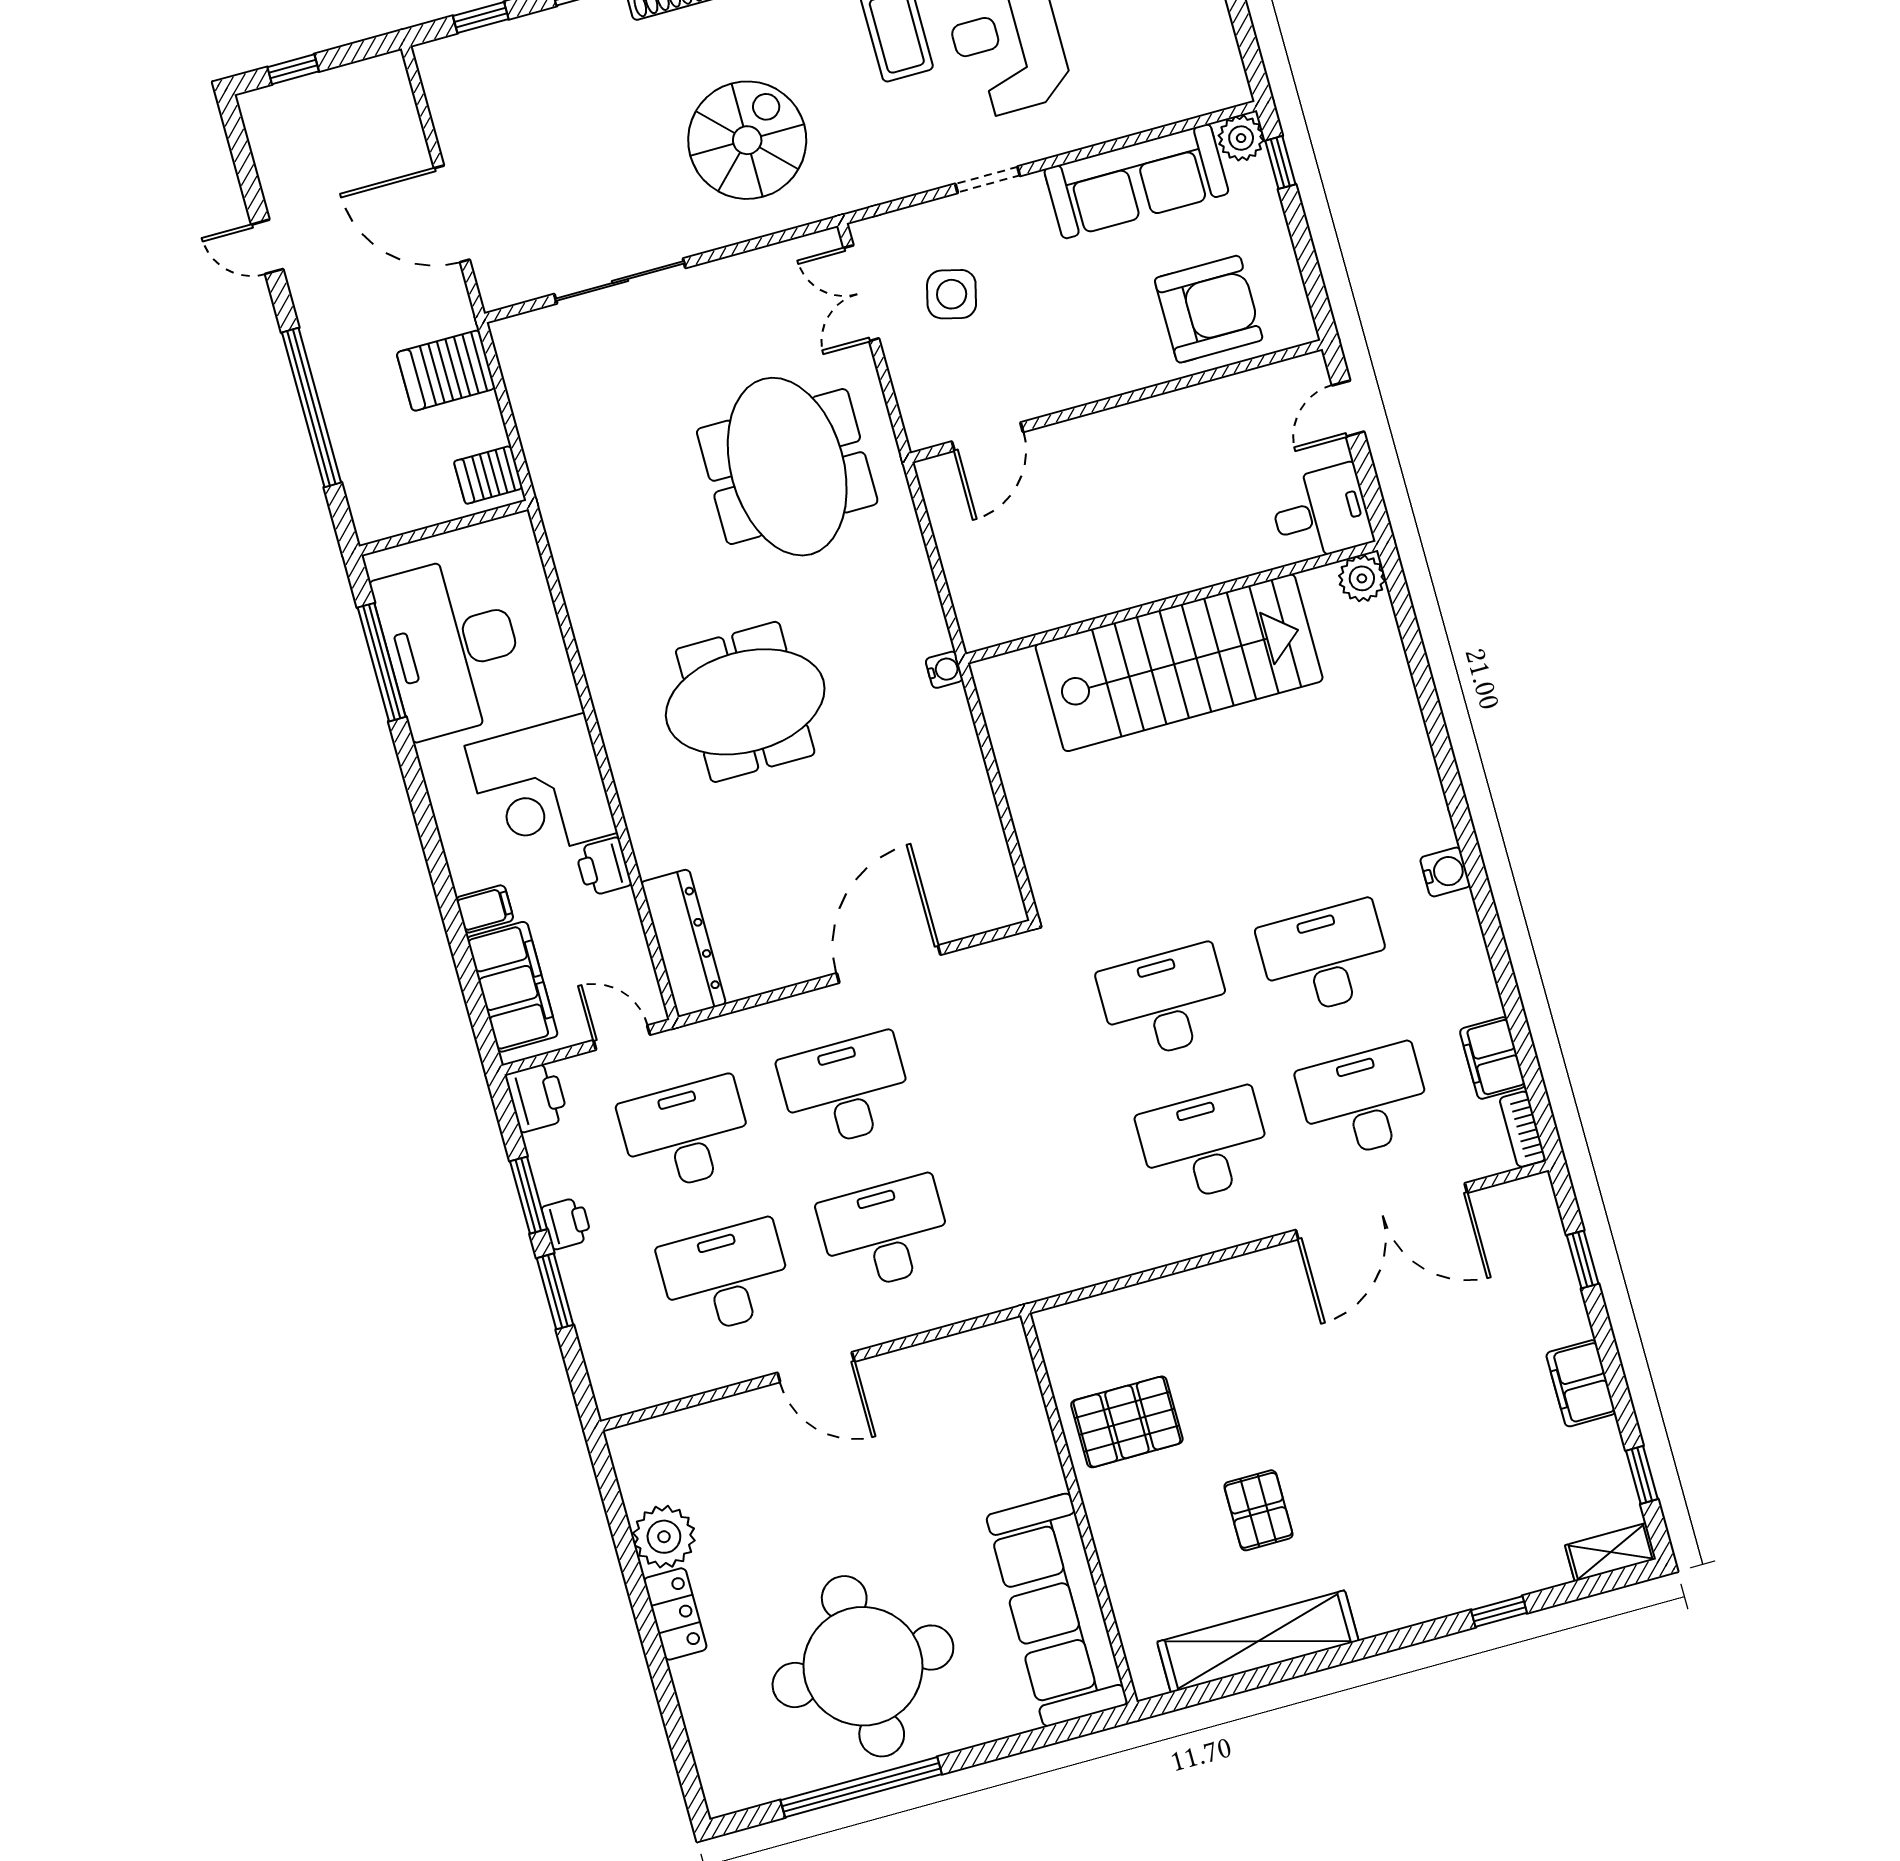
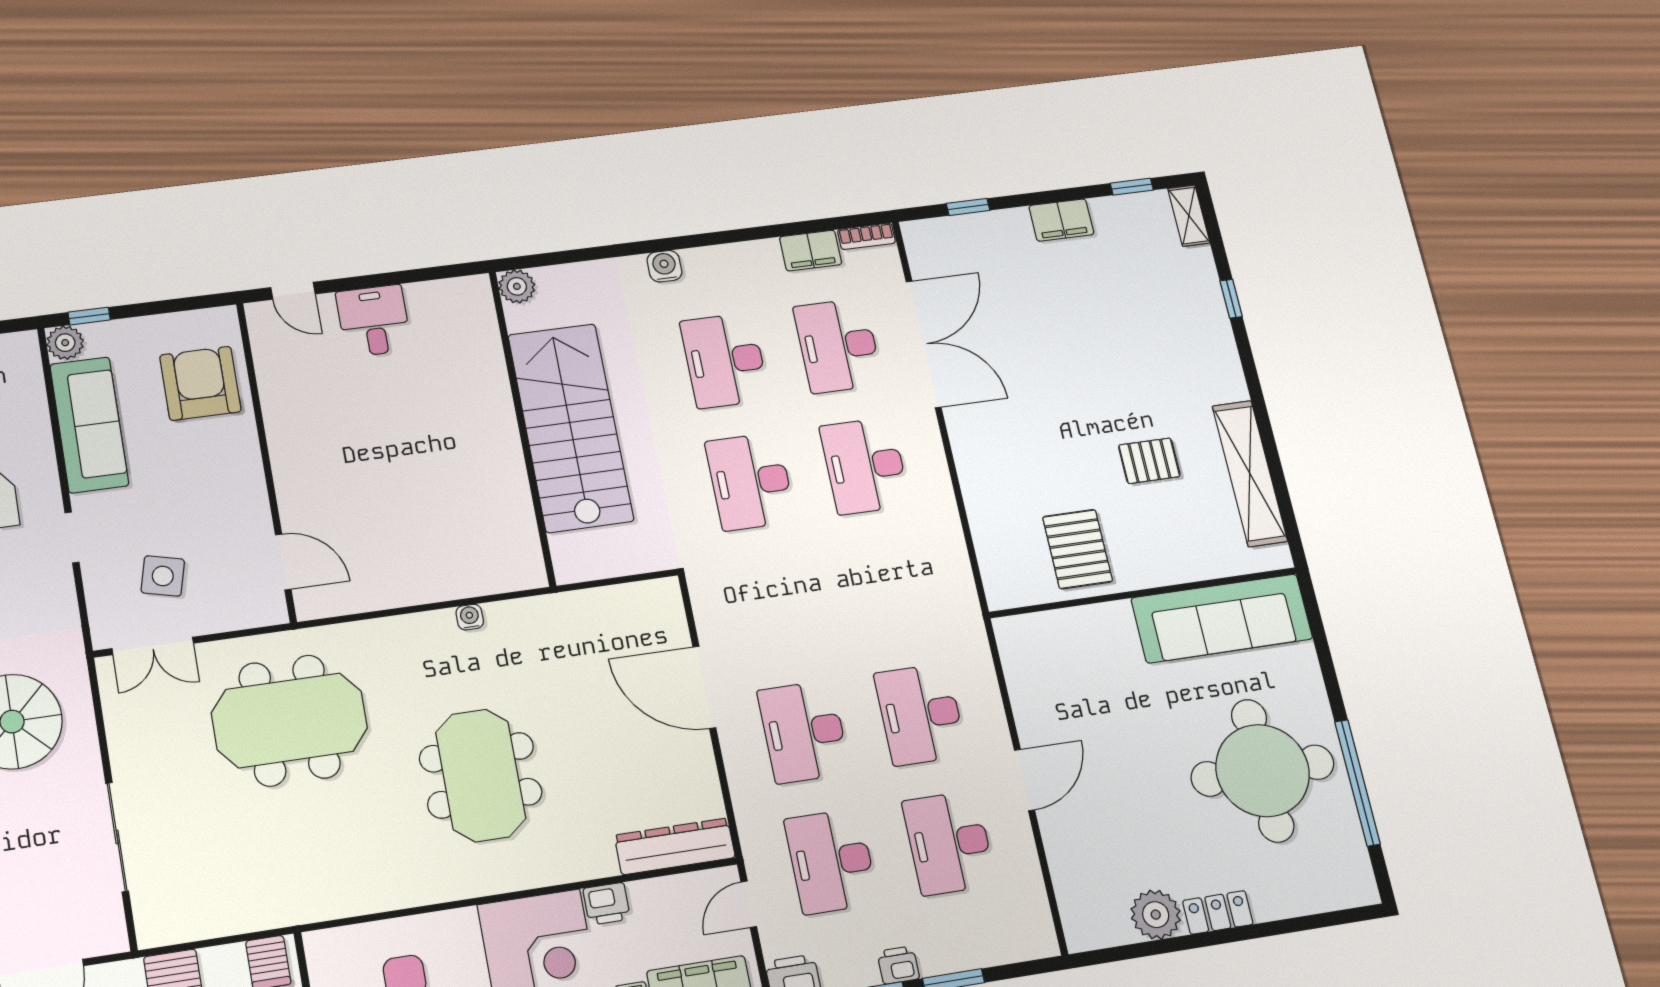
plant: (1362, 578) -> (517, 286), moved
wall: (1172, 602) -> (522, 427), moved
stairs: (1179, 663) -> (571, 427), moved

